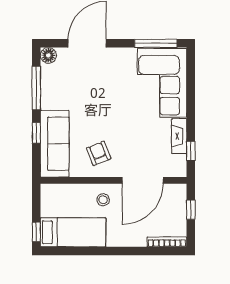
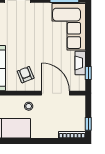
door: (143, 180) -> (55, 93), swing flipped
window: (191, 210) -> (88, 124), moved

